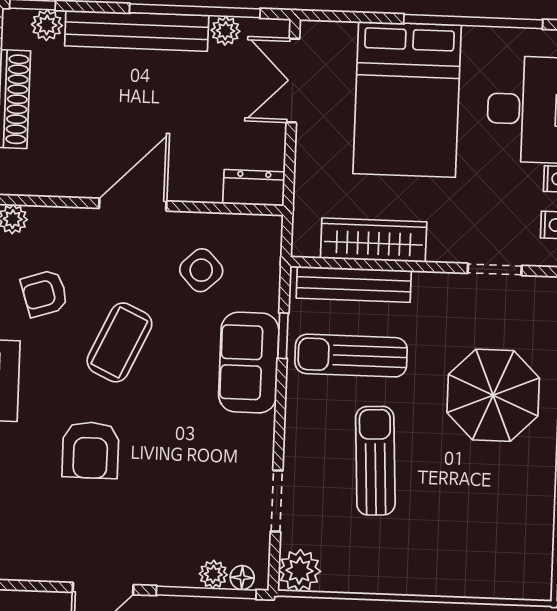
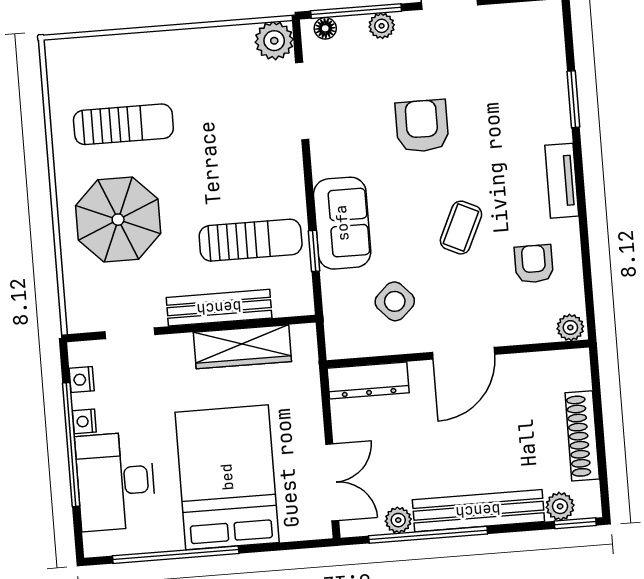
dresser: (254, 188) -> (368, 380), width x1.44
bench: (354, 284) -> (219, 308), moved
armchair: (45, 293) -> (534, 264), turned -72
coffee table: (119, 342) -> (461, 228), width x0.73, depth x0.77
armchair: (91, 450) -> (422, 126), moved
sun lounger: (375, 461) -> (123, 124), moved, turned -87
doorway: (277, 501) -> (302, 101), width x1.38
plant: (213, 574) -> (382, 26), moved

